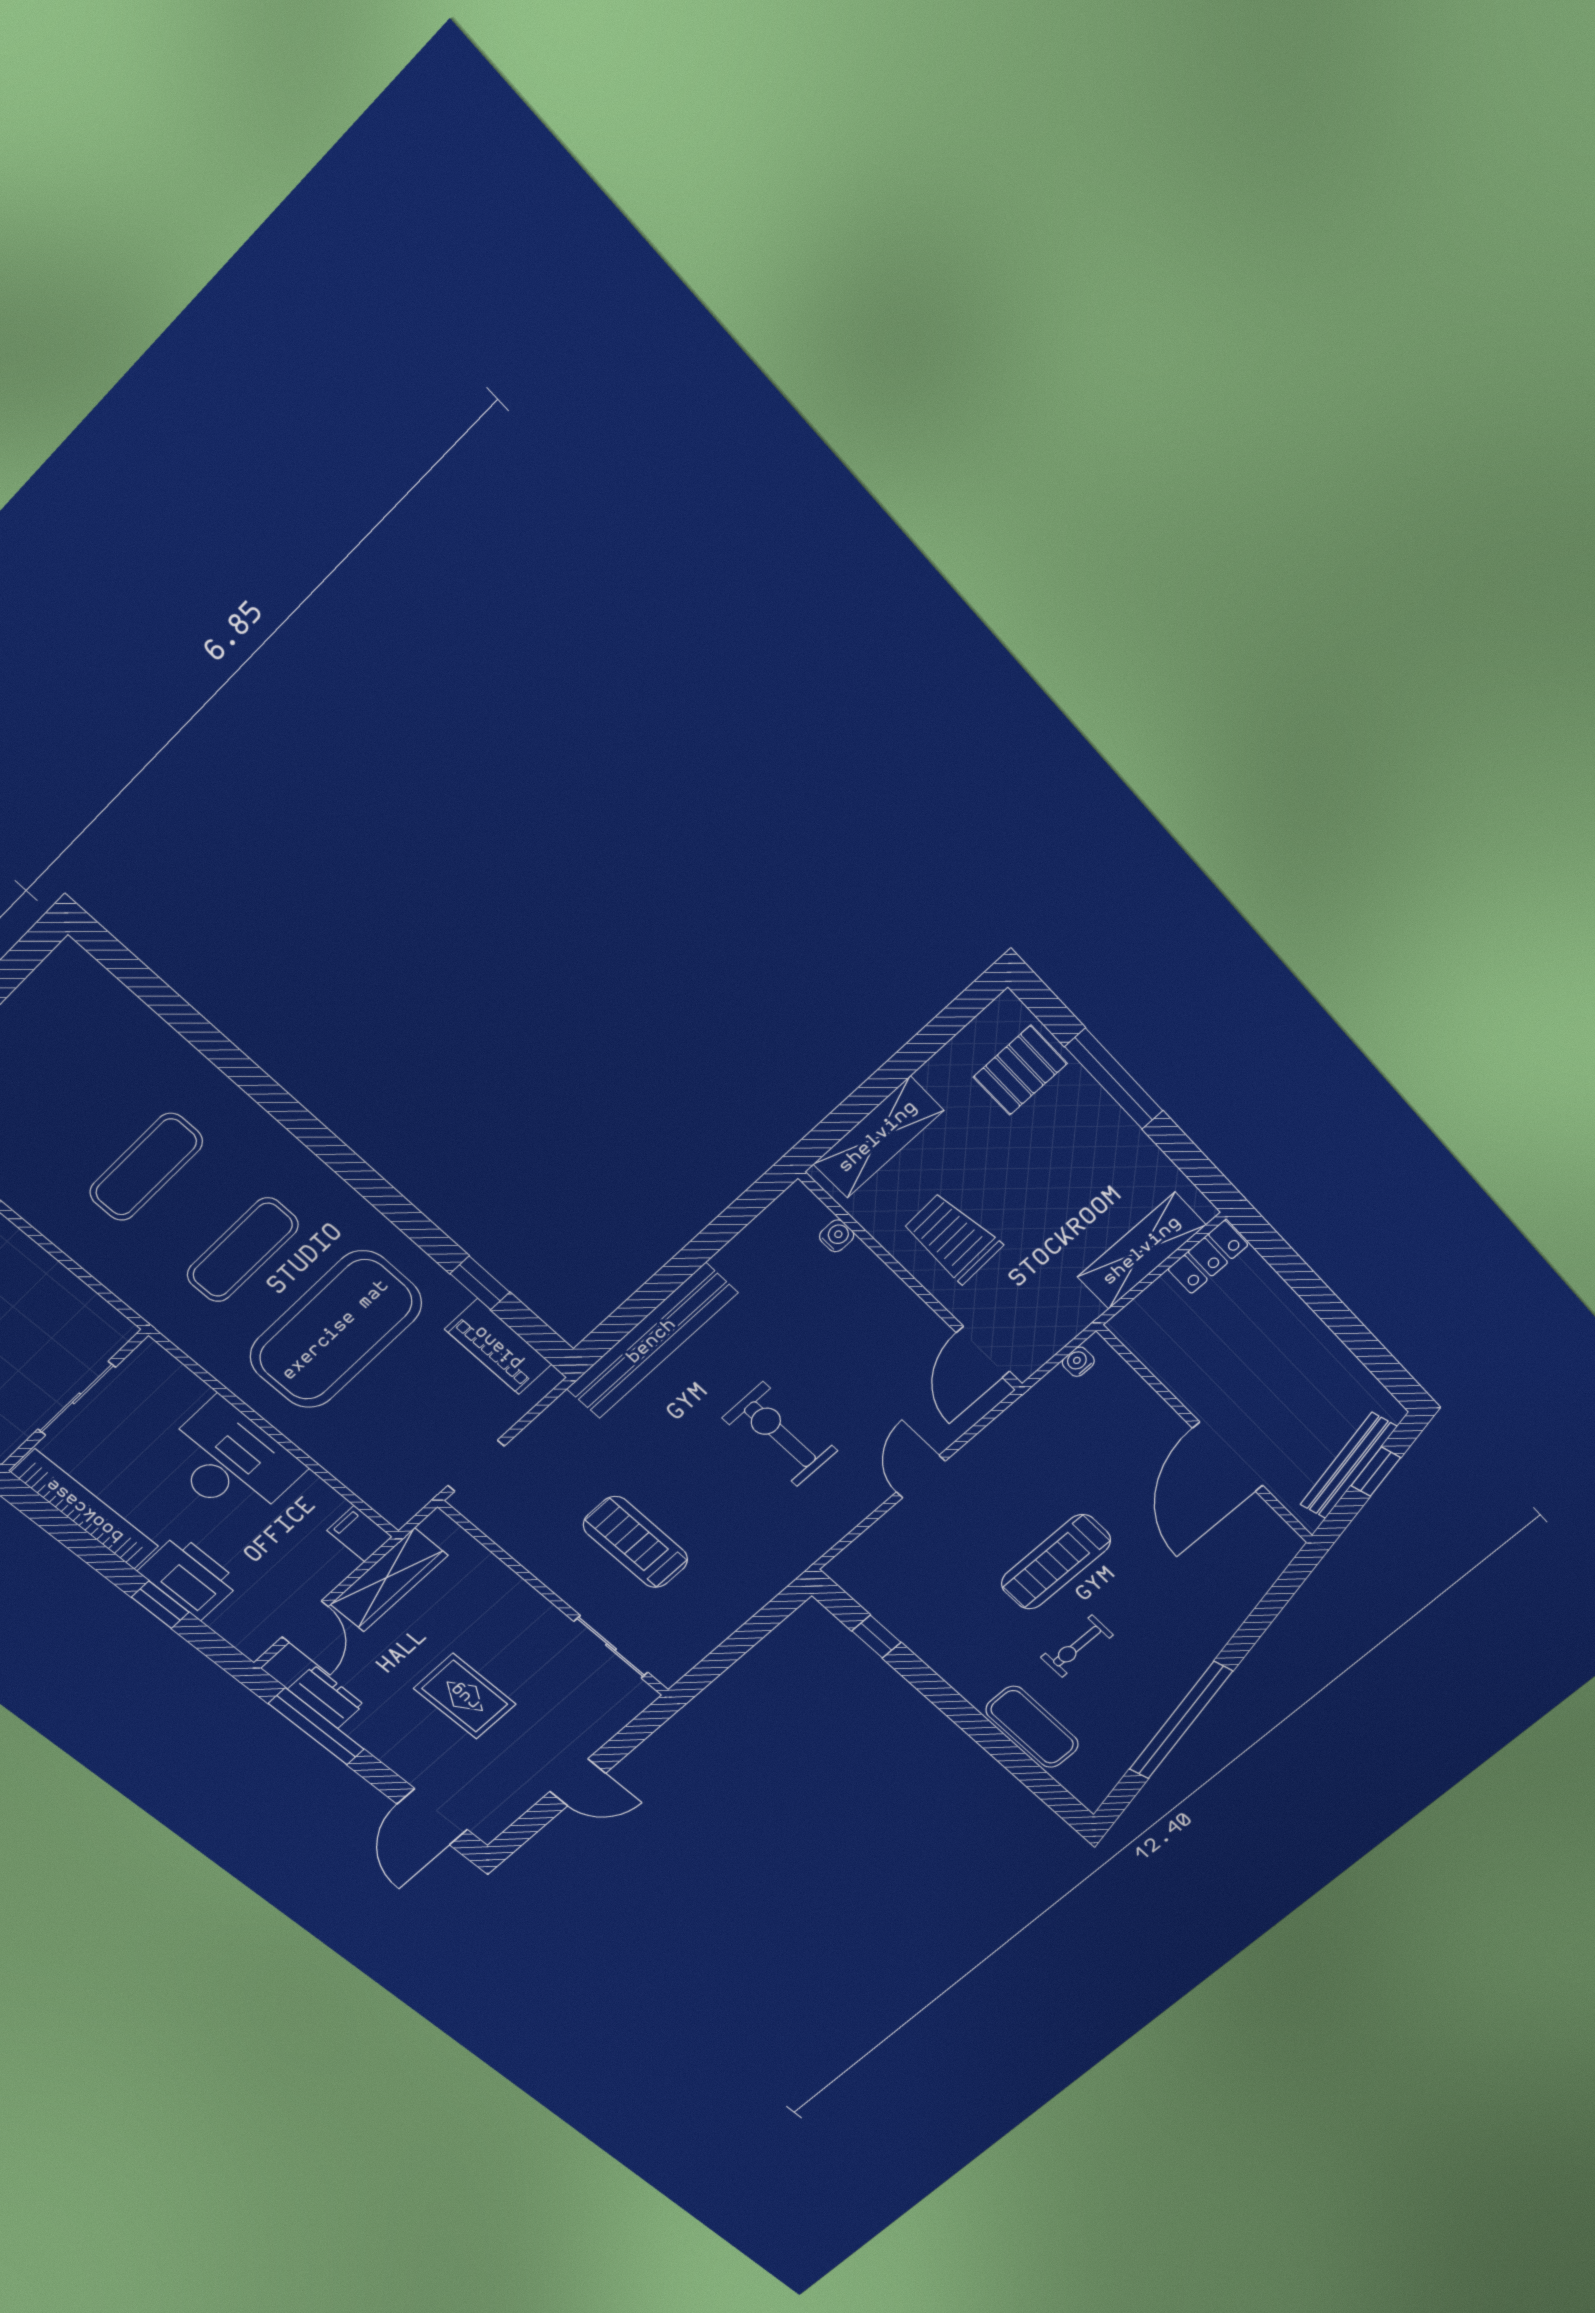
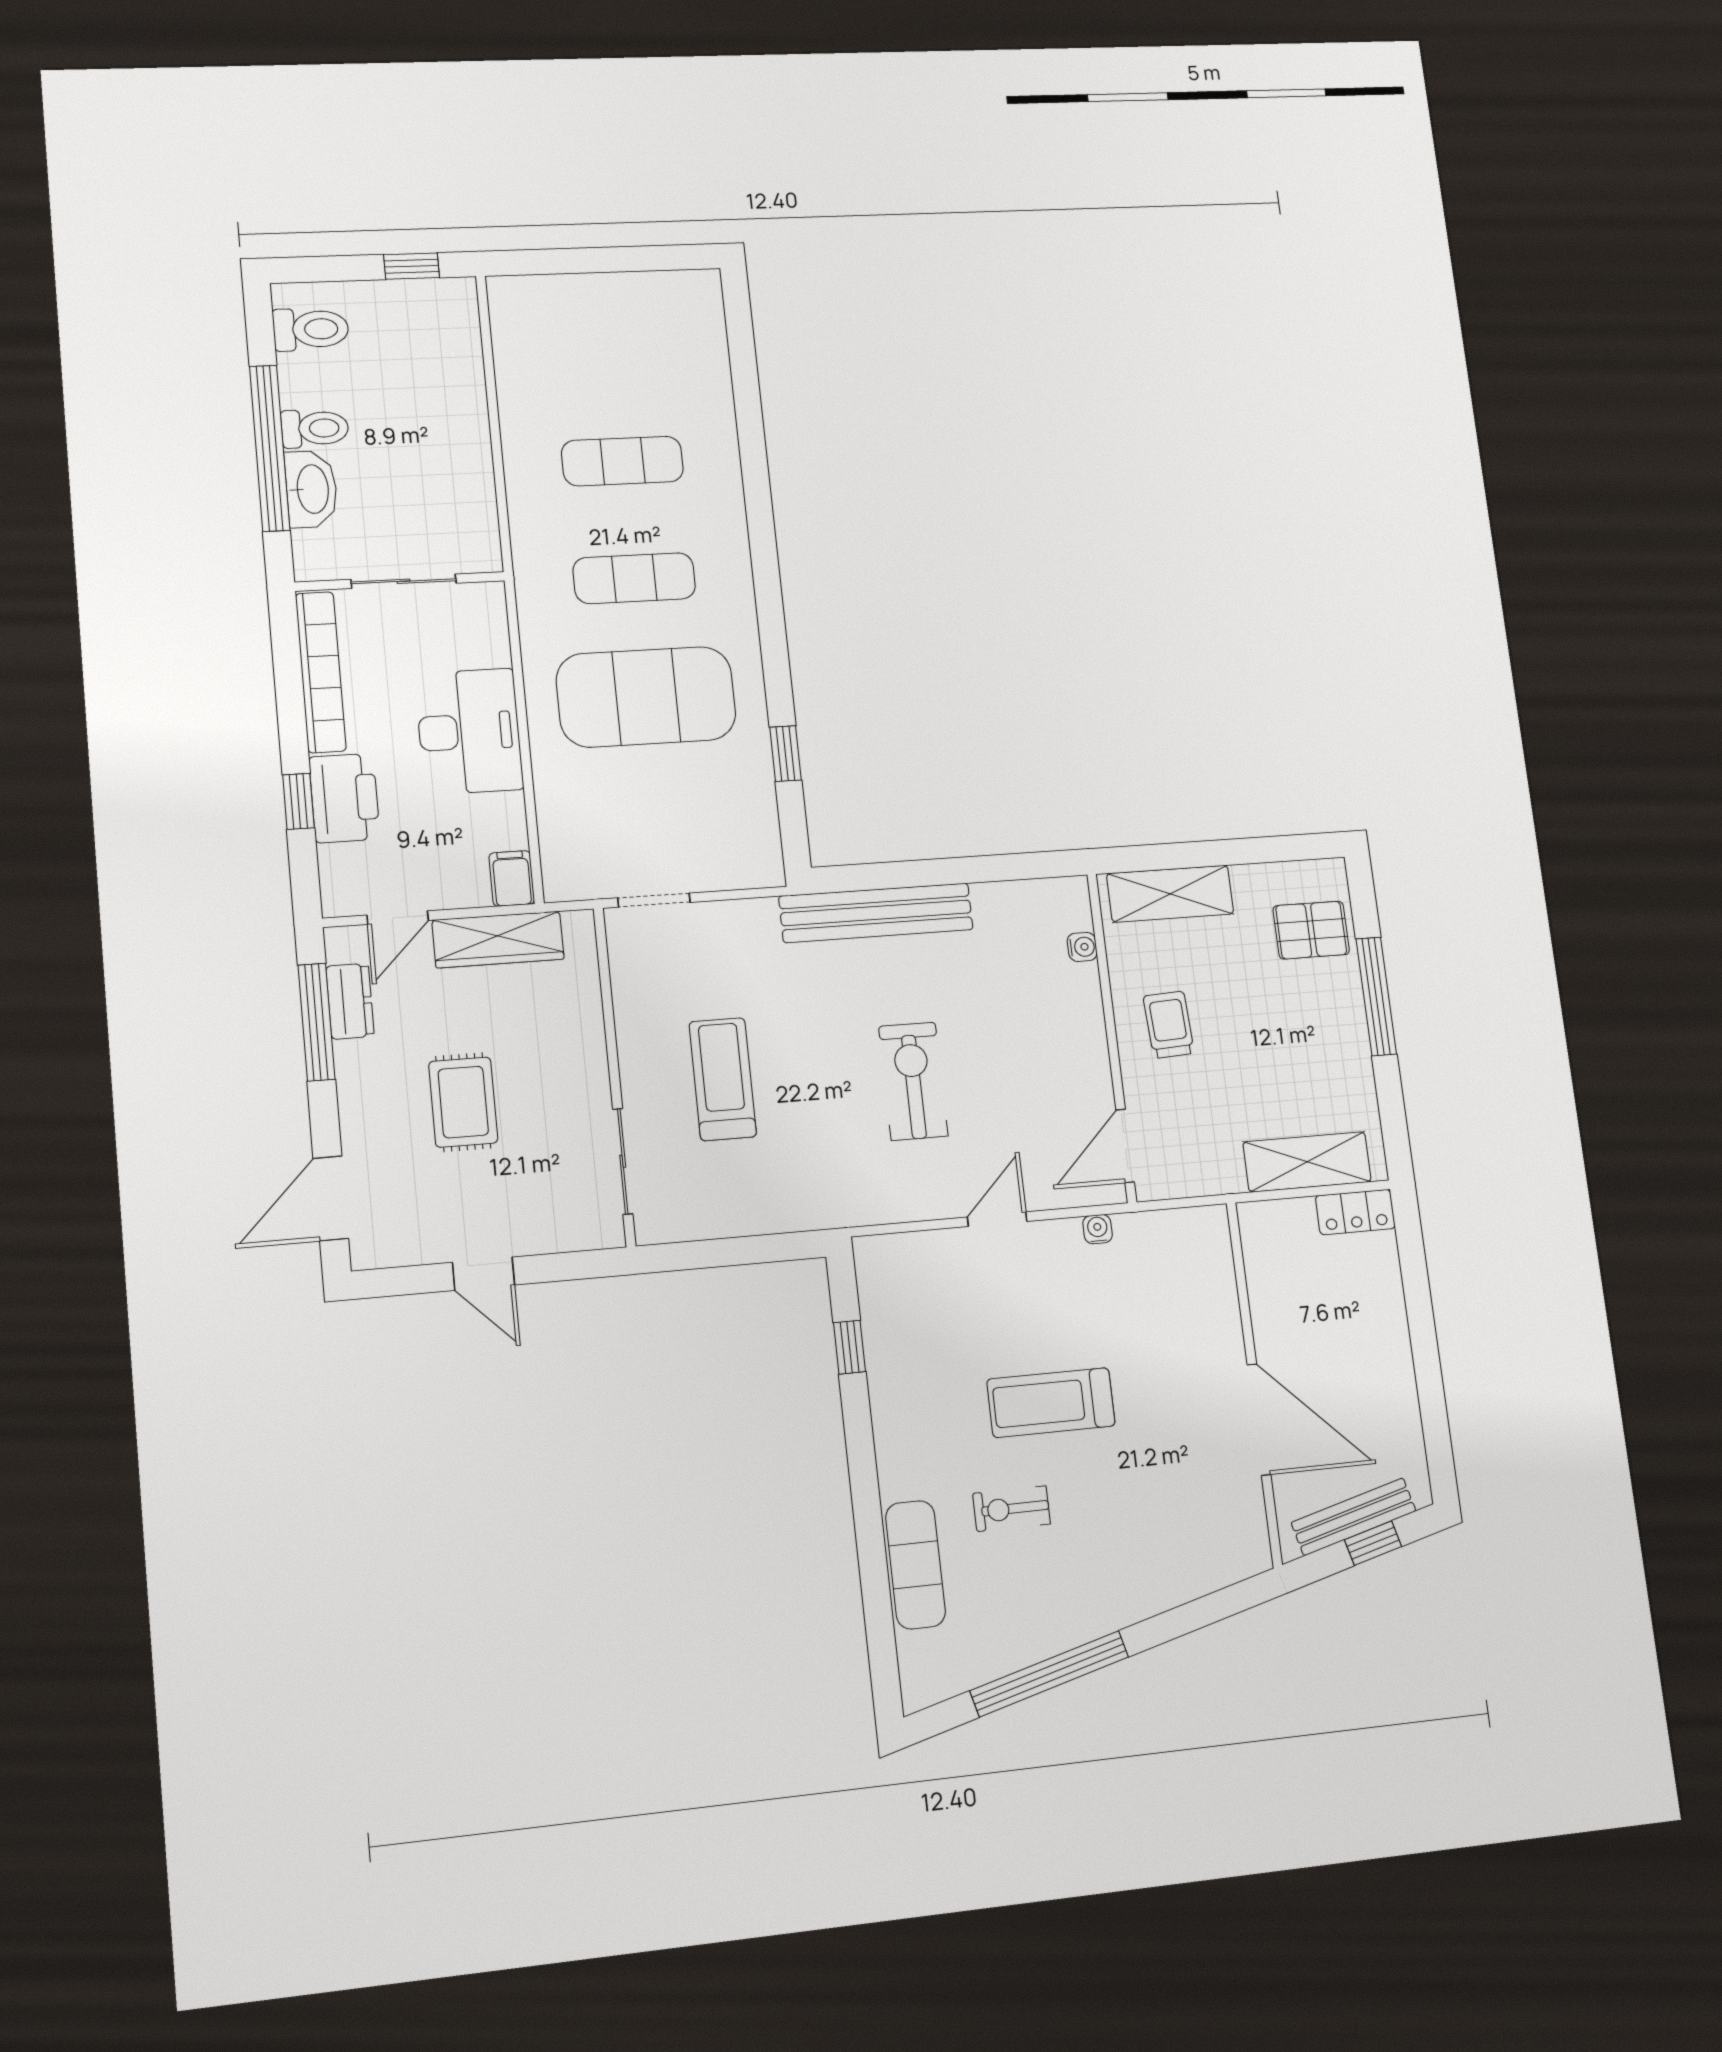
trolley: (952, 1238) -> (1169, 1025), width x0.73, depth x0.72
piano: (498, 1347) -> (756, 816), removed
water cooler: (1078, 1362) -> (1098, 1229), moved
door: (1228, 1457) -> (1259, 1420), swing flipped

